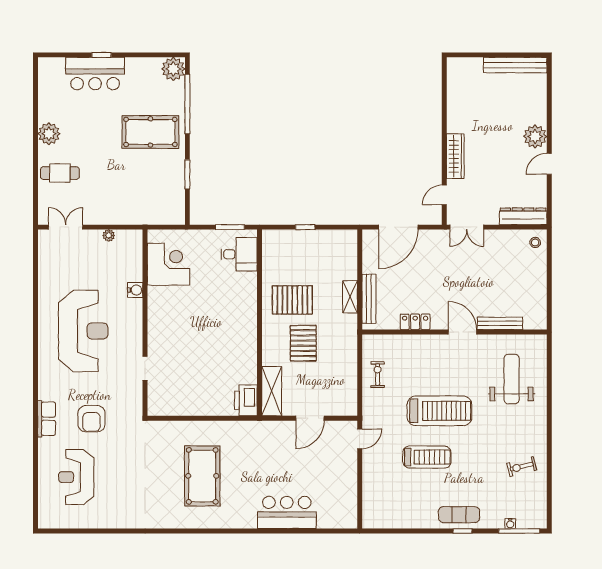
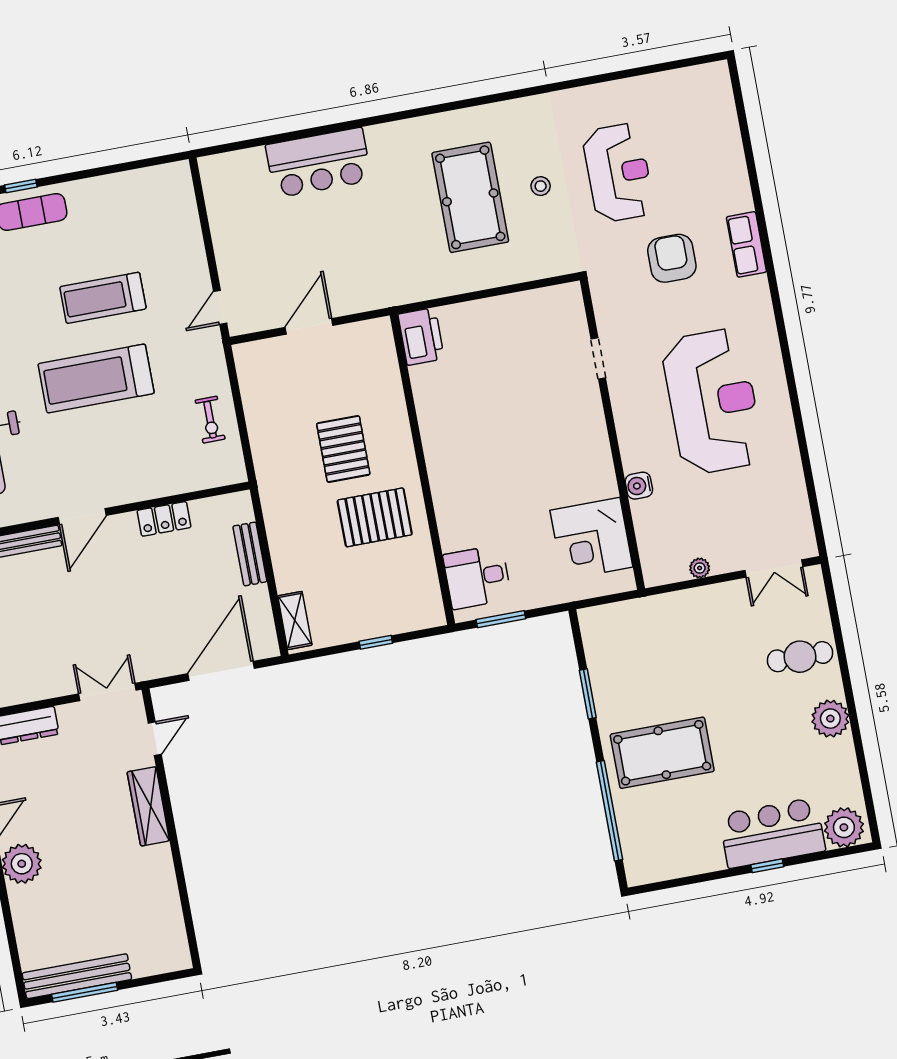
window: (512, 55) -> (85, 992), added
plant: (173, 69) -> (844, 827), moved
shelving: (350, 297) -> (295, 620), moved
bench: (369, 299) -> (250, 554), width x0.73
reception desk: (83, 331) -> (713, 401), turned 180
door: (462, 332) -> (82, 516), hinge flipped
shelving: (272, 391) -> (381, 360), removed
stool: (160, 475) -> (541, 186), added
reception desk: (76, 477) -> (618, 173), moved

